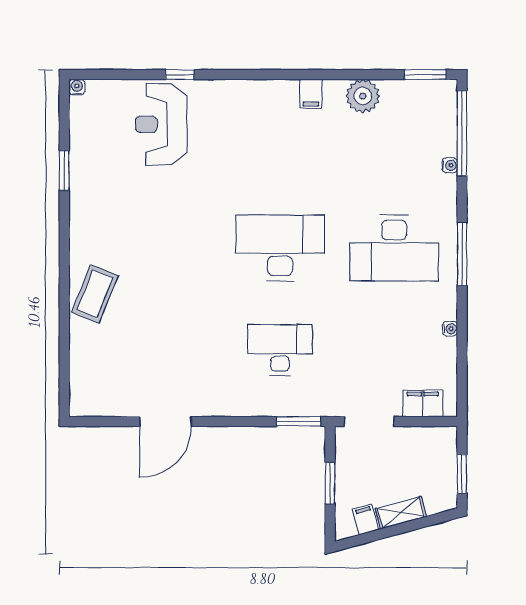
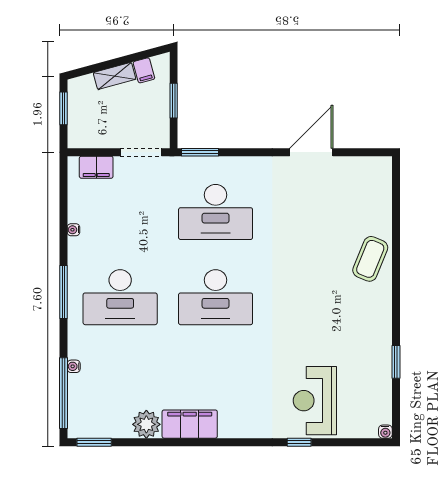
filing cabinet: (311, 94) -> (190, 424), width x3.00, depth x1.17
reception desk: (161, 124) -> (315, 401), turned 180
desk: (394, 248) -> (120, 297), turned 180
desk: (280, 350) -> (216, 212), width x1.36, depth x1.30

